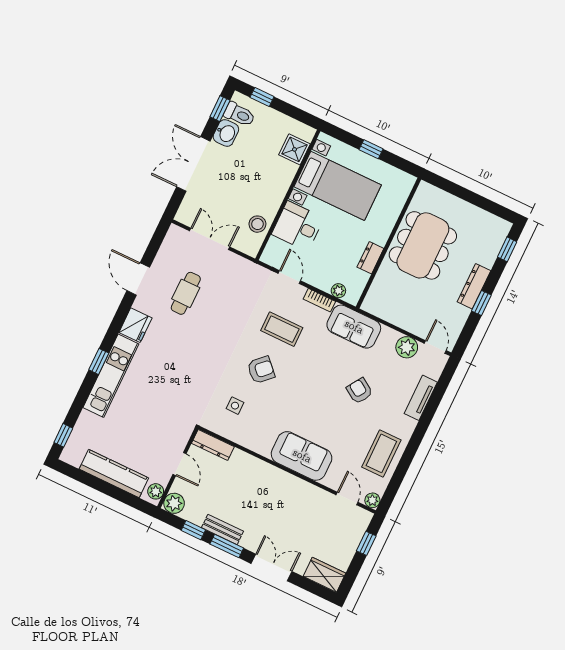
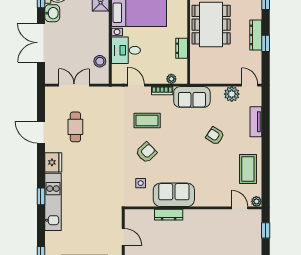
dresser: (213, 445) -> (169, 215), moved
sofa: (302, 456) -> (174, 195), moved

